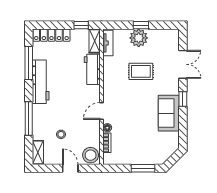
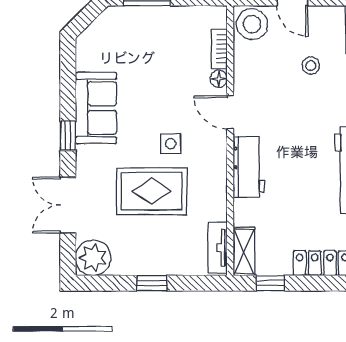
plant: (139, 38) -> (93, 258), moved
workbench: (92, 69) -> (249, 167), moved
rug: (141, 71) -> (152, 191), width x1.36, depth x1.43
side table: (131, 95) -> (171, 144), added
door: (102, 111) -> (230, 112), swing flipped

